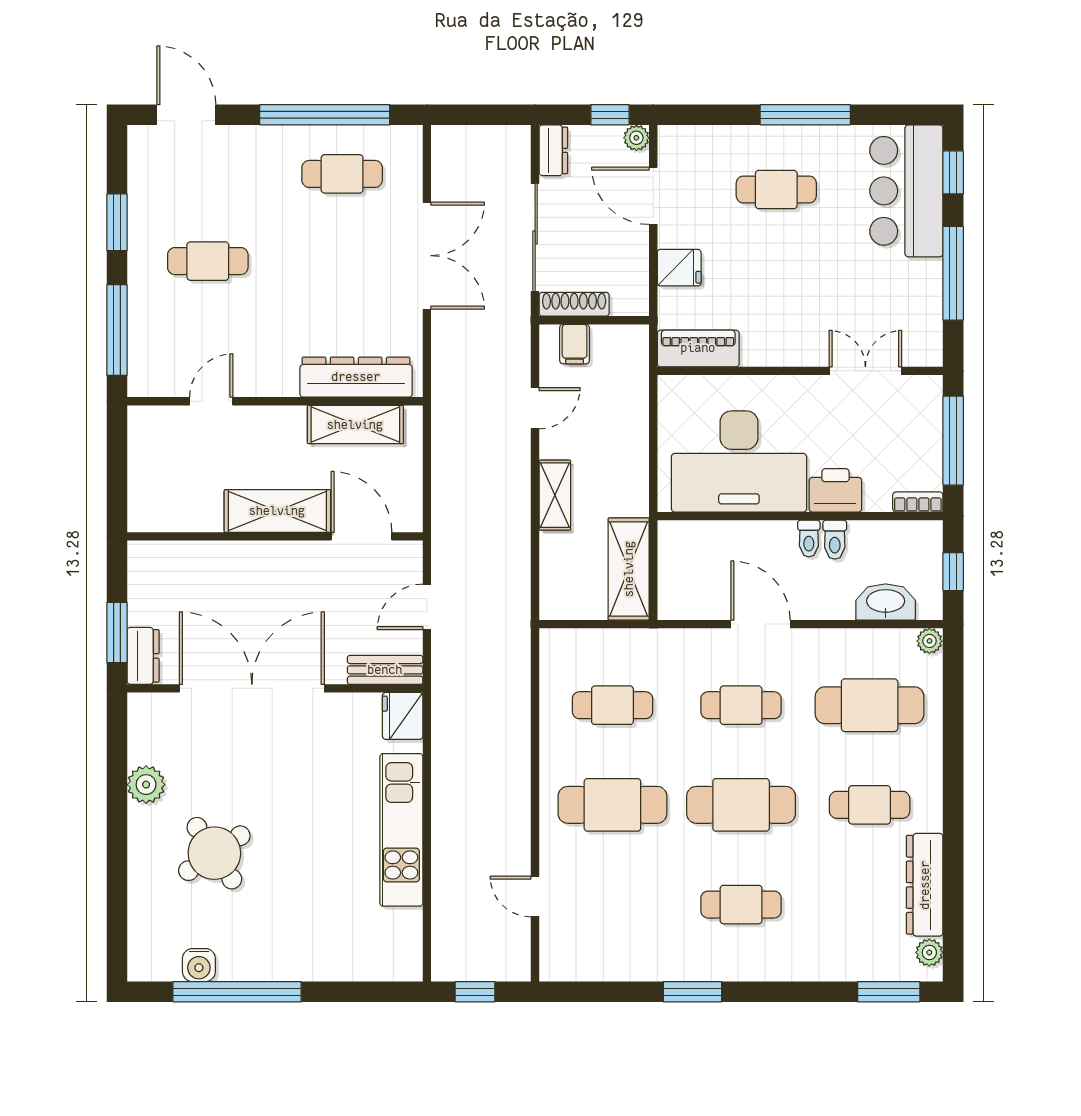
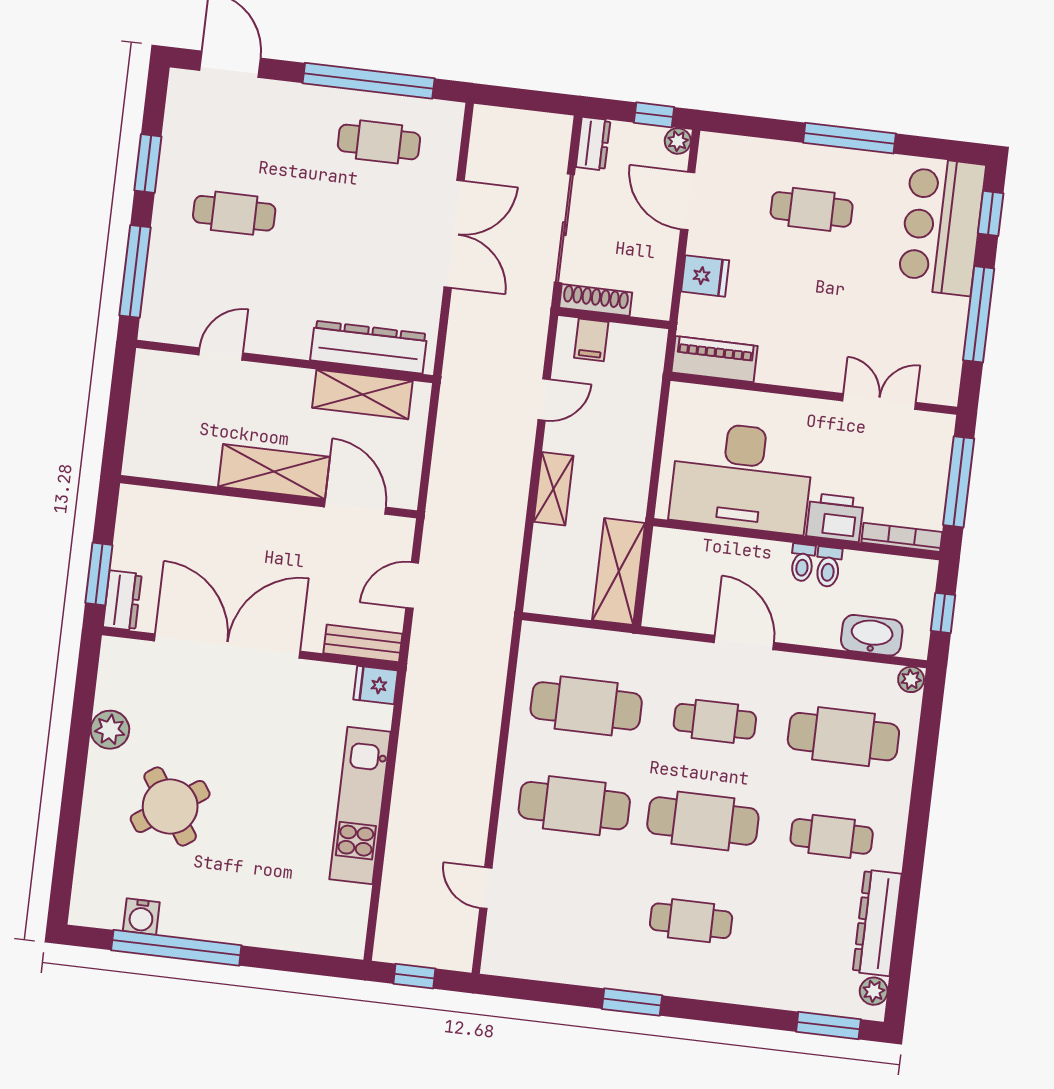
bookcase: (918, 502) -> (902, 537), width x1.56
cafe table: (612, 705) -> (586, 706), width x1.37, depth x1.35
fridge: (403, 716) -> (376, 685), width x0.72

